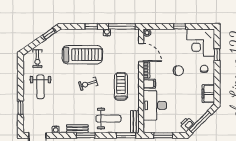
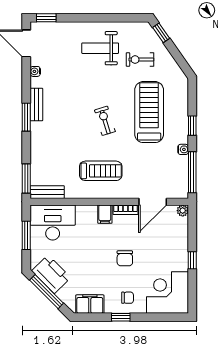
window: (49, 34) -> (161, 33), moved
treadmill: (82, 55) -> (149, 112), turned 180
window: (217, 55) -> (121, 317), moved
exercise bike: (37, 59) -> (140, 60), moved
desk: (155, 105) -> (53, 222), moved
window: (20, 108) -> (46, 18), moved
weight bench: (108, 119) -> (52, 152), removed
printer: (187, 124) -> (51, 274), width x1.87, depth x1.48

